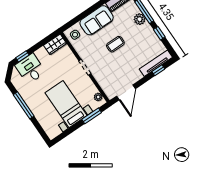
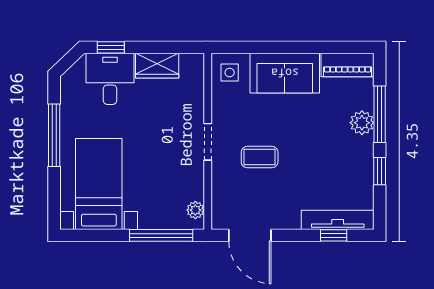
wardrobe: (55, 44) -> (157, 66), moved
coffee table: (115, 44) -> (260, 157), moved
door: (126, 92) -> (250, 235), hinge flipped
bed with nightstands: (66, 104) -> (99, 184), moved
window: (92, 116) -> (161, 235), width x1.44

